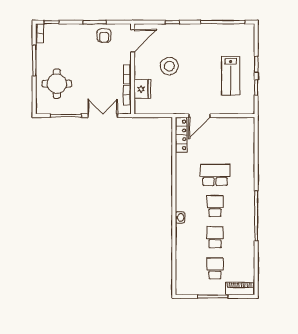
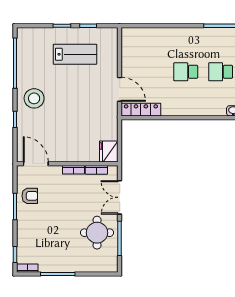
stool: (169, 66) -> (34, 98), moved
round table: (57, 84) -> (97, 233), moved
fridge: (142, 89) -> (109, 151), moved, turned -90
school desk: (215, 175) -> (186, 72), width x0.54

